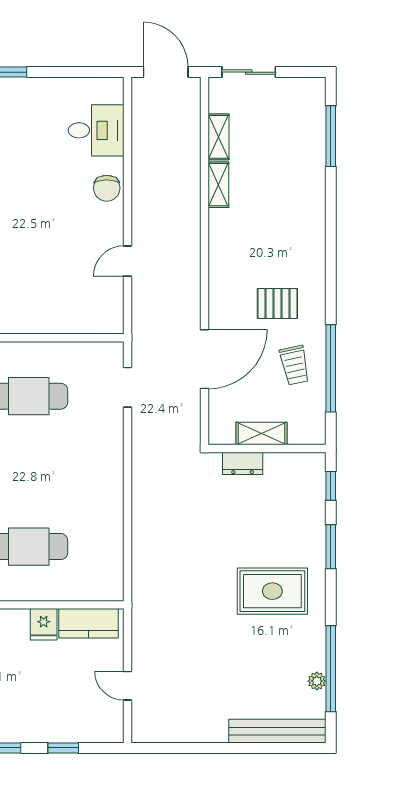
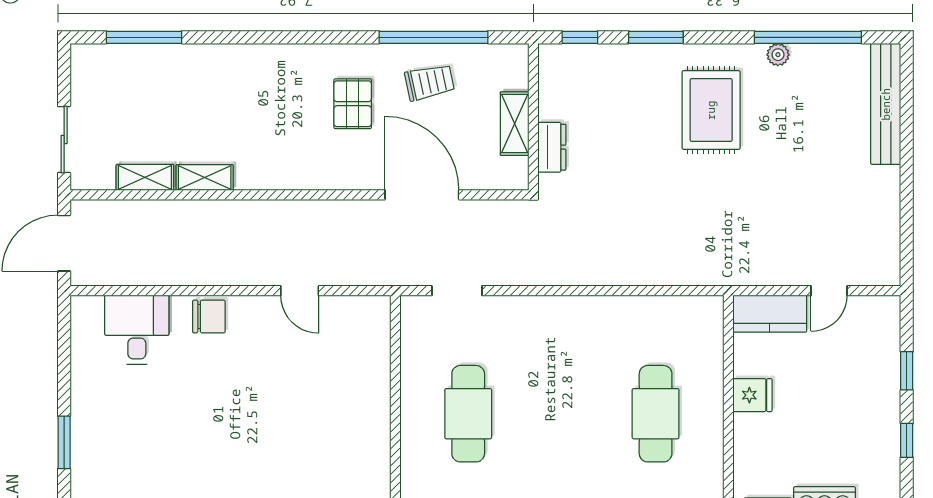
kitchen counter: (88, 623) -> (770, 314), moved, turned 90
plant: (317, 681) -> (778, 55), moved

